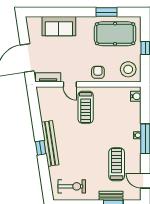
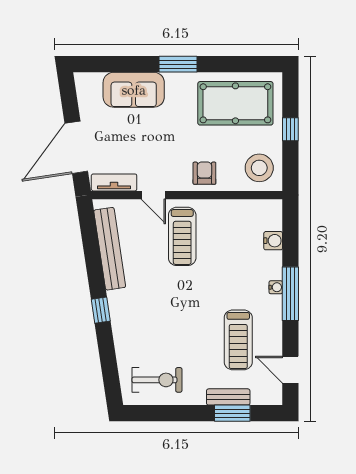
window: (106, 12) -> (178, 64), moved
water cooler: (136, 96) -> (273, 241), moved
bench: (50, 143) -> (110, 249), moved
treadmill: (117, 164) -> (238, 340), turned 180

